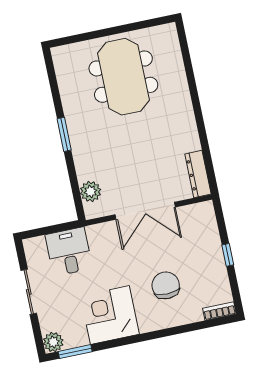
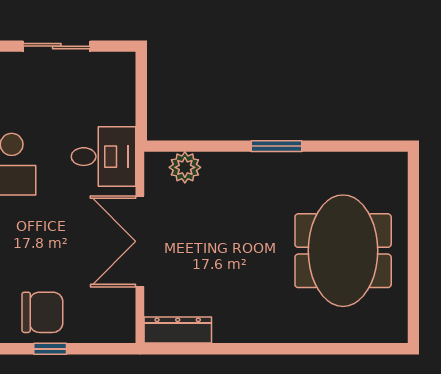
meeting table: (123, 77) -> (343, 251), turned 90
desk: (69, 252) -> (104, 157), moved
chair: (166, 285) -> (42, 312), moved

